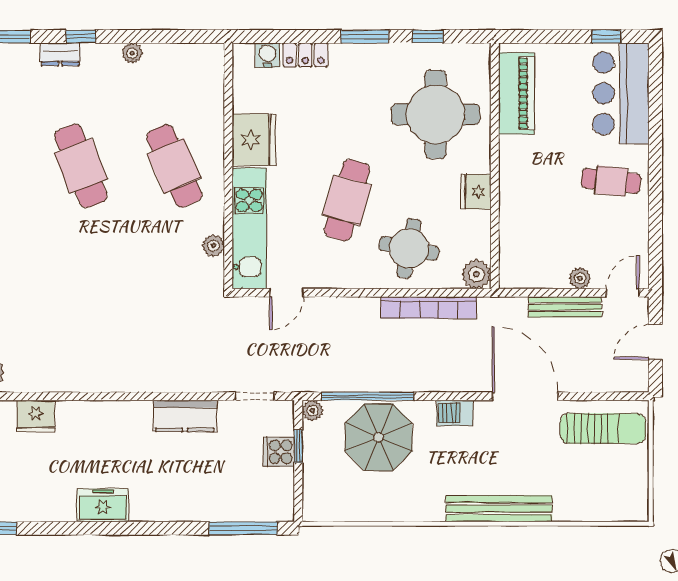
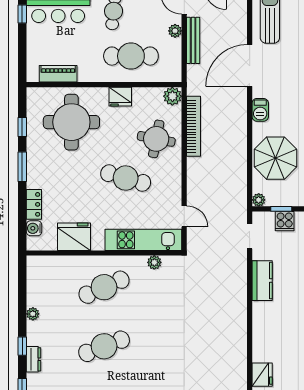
piano: (516, 93) -> (58, 74), width x0.73, depth x0.75
fridge: (254, 140) -> (74, 237), moved
cafe table: (540, 209) -> (131, 56), added
window: (367, 396) -> (250, 165), removed

